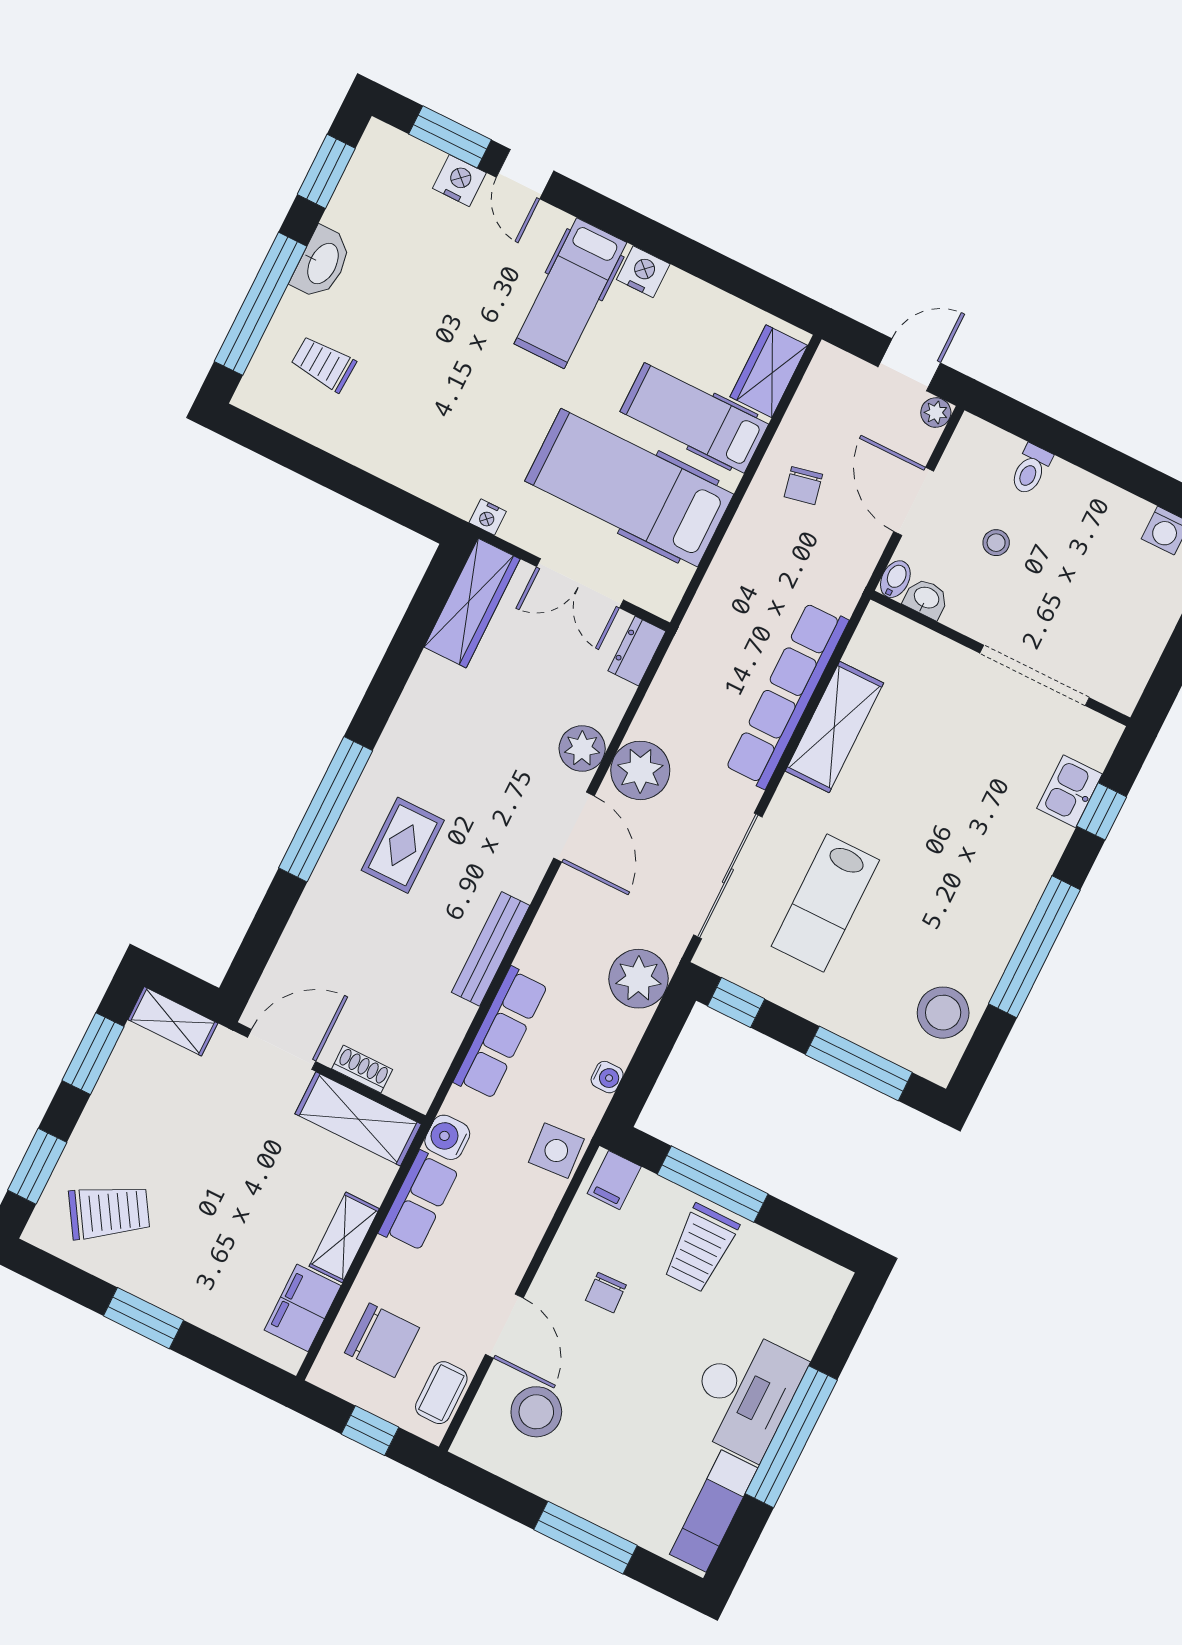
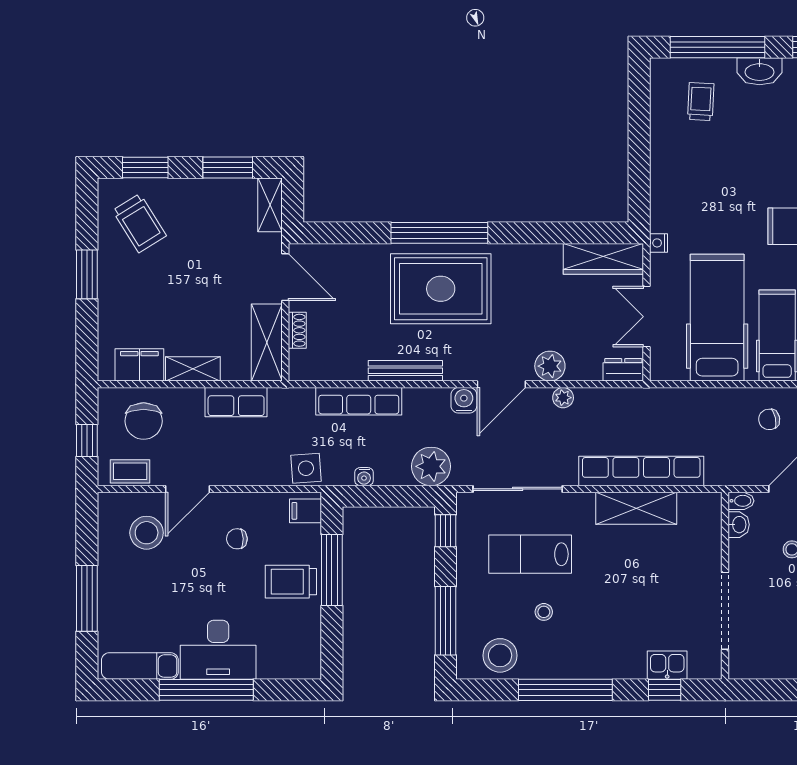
plant: (640, 770) -> (563, 398), width x0.53, depth x0.53
rug: (403, 845) -> (441, 289), width x1.86, depth x2.06
stool: (913, 923) -> (544, 612), added
water cooler: (447, 1137) -> (464, 400), moved

